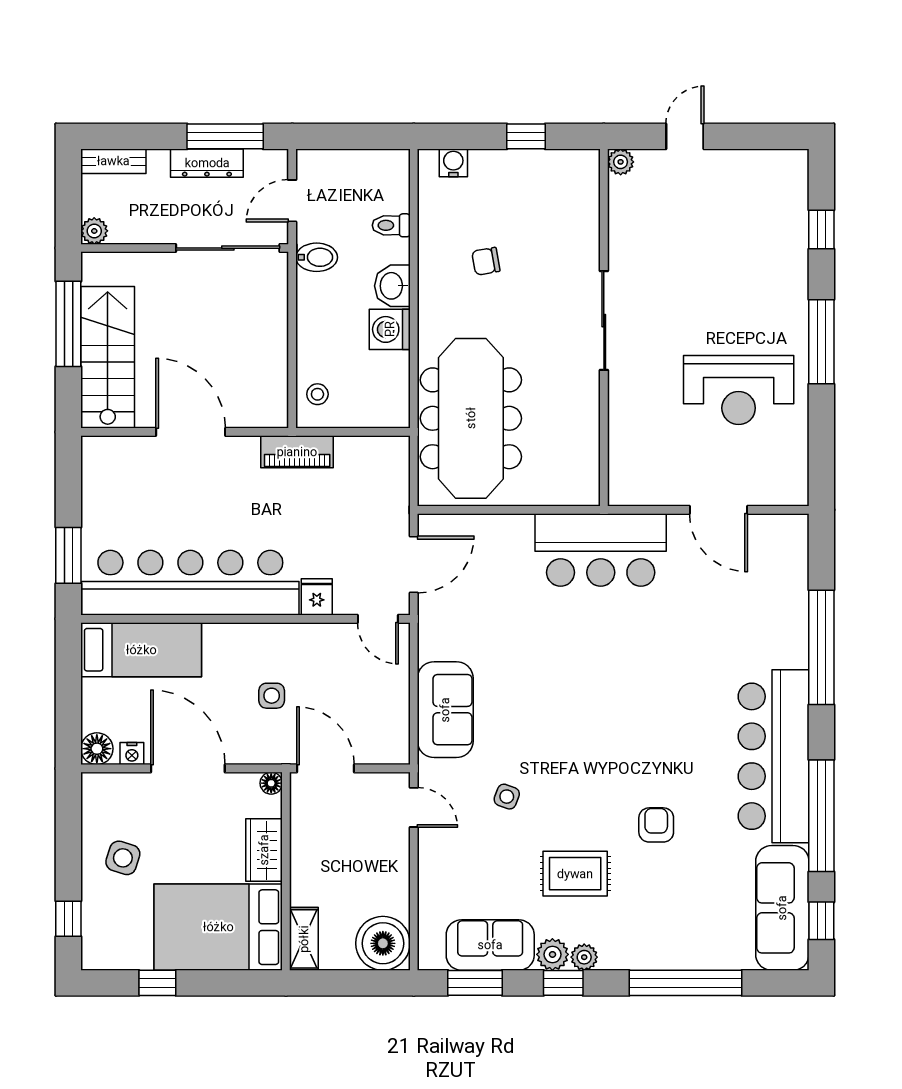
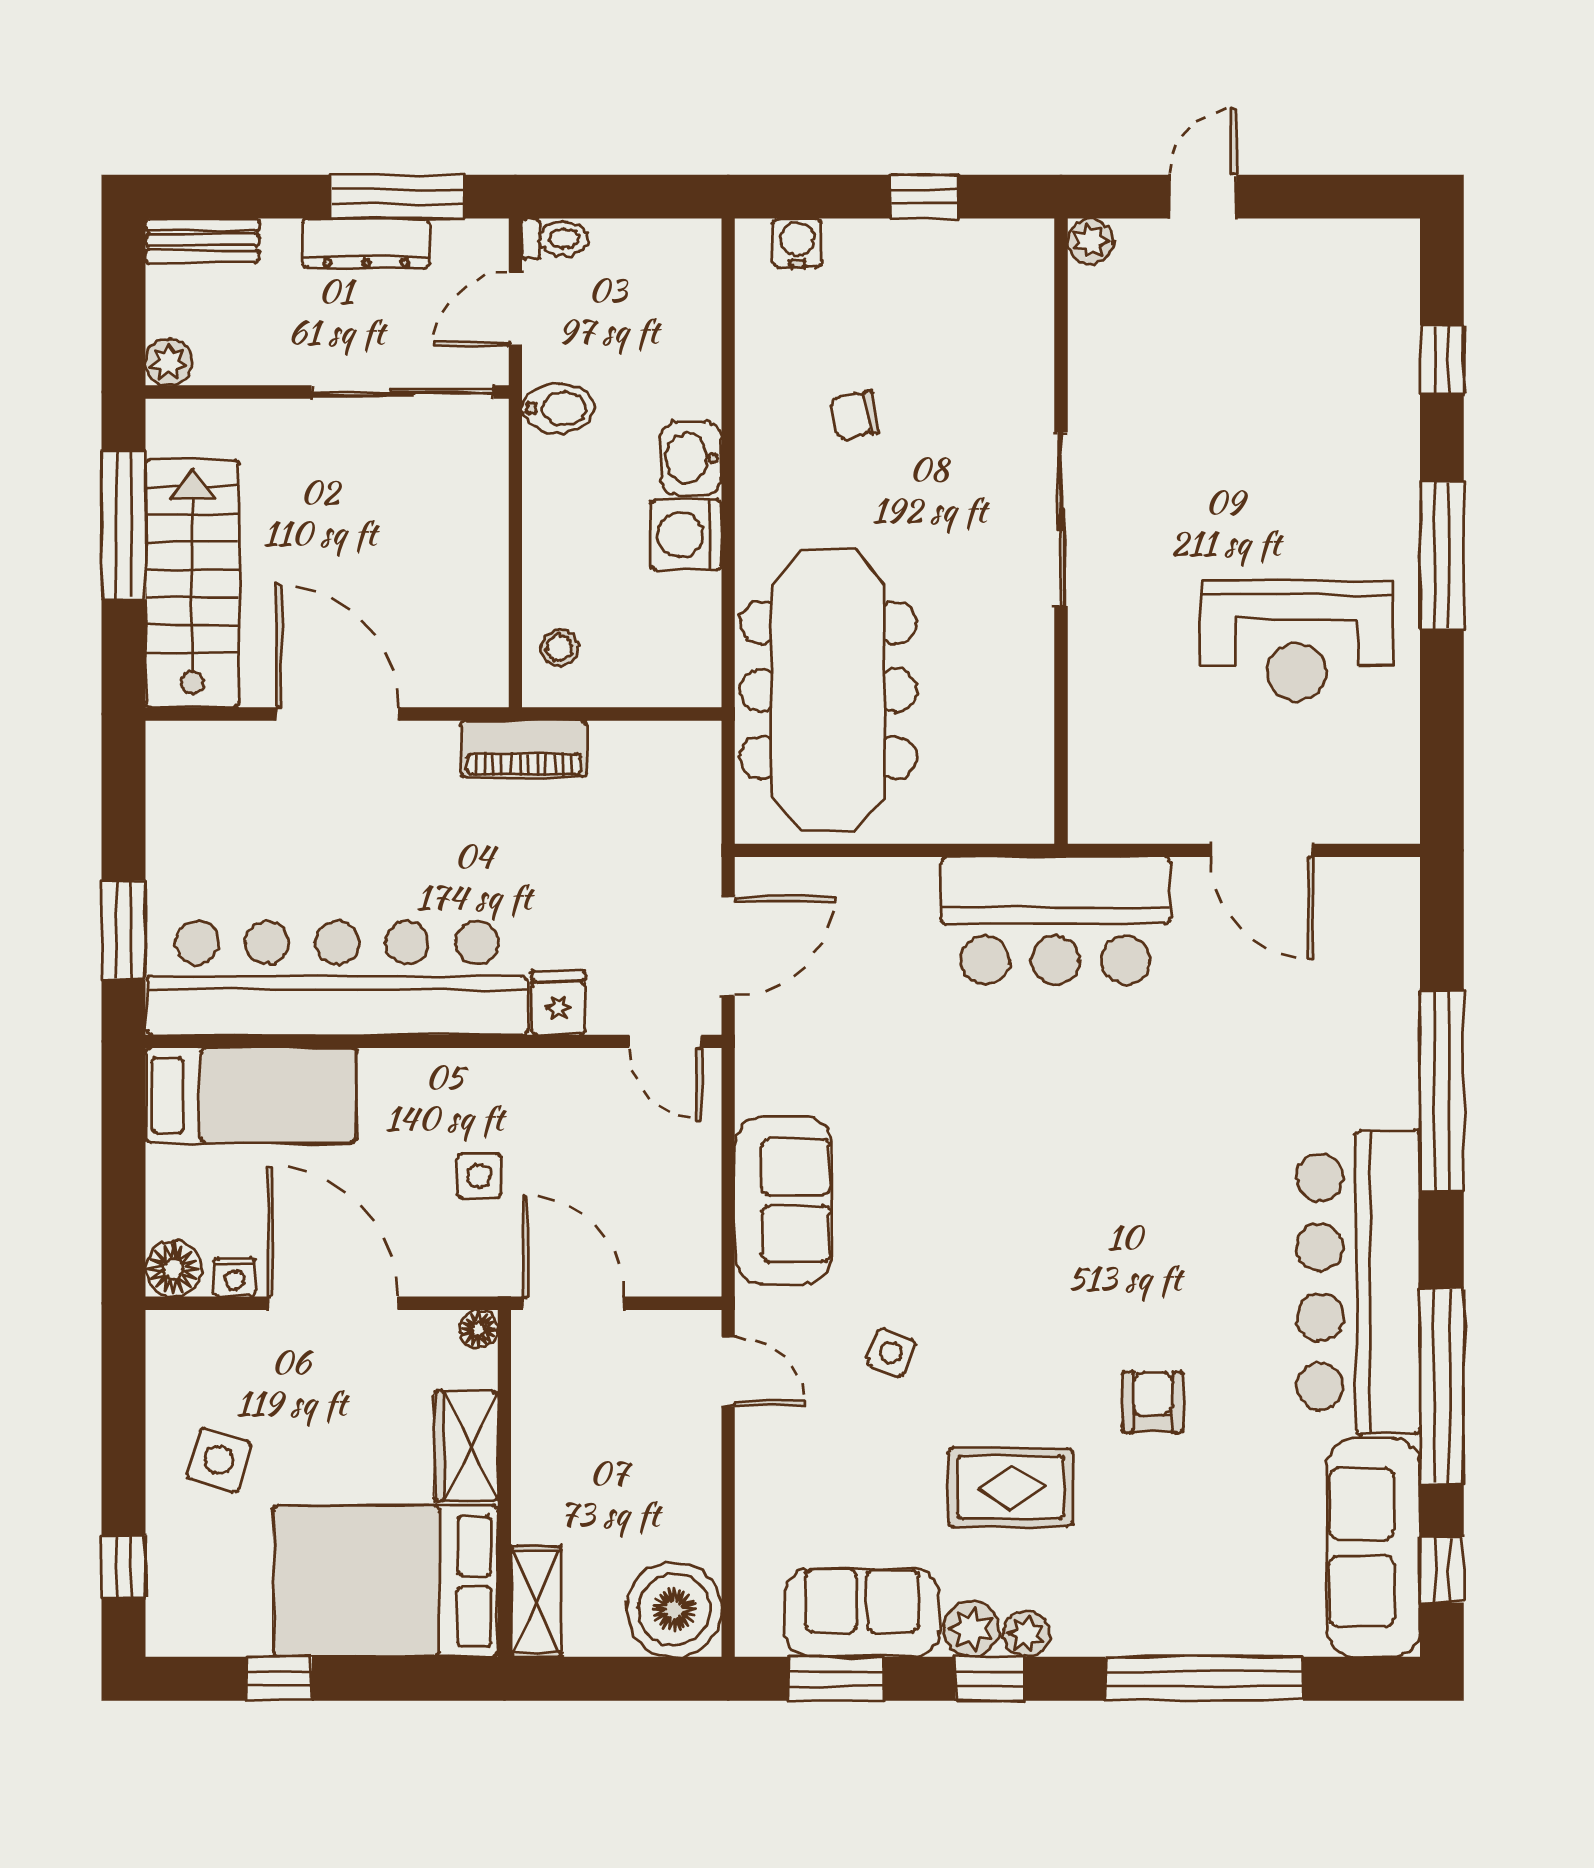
toilet: (391, 225) -> (555, 239), moved, turned 180

